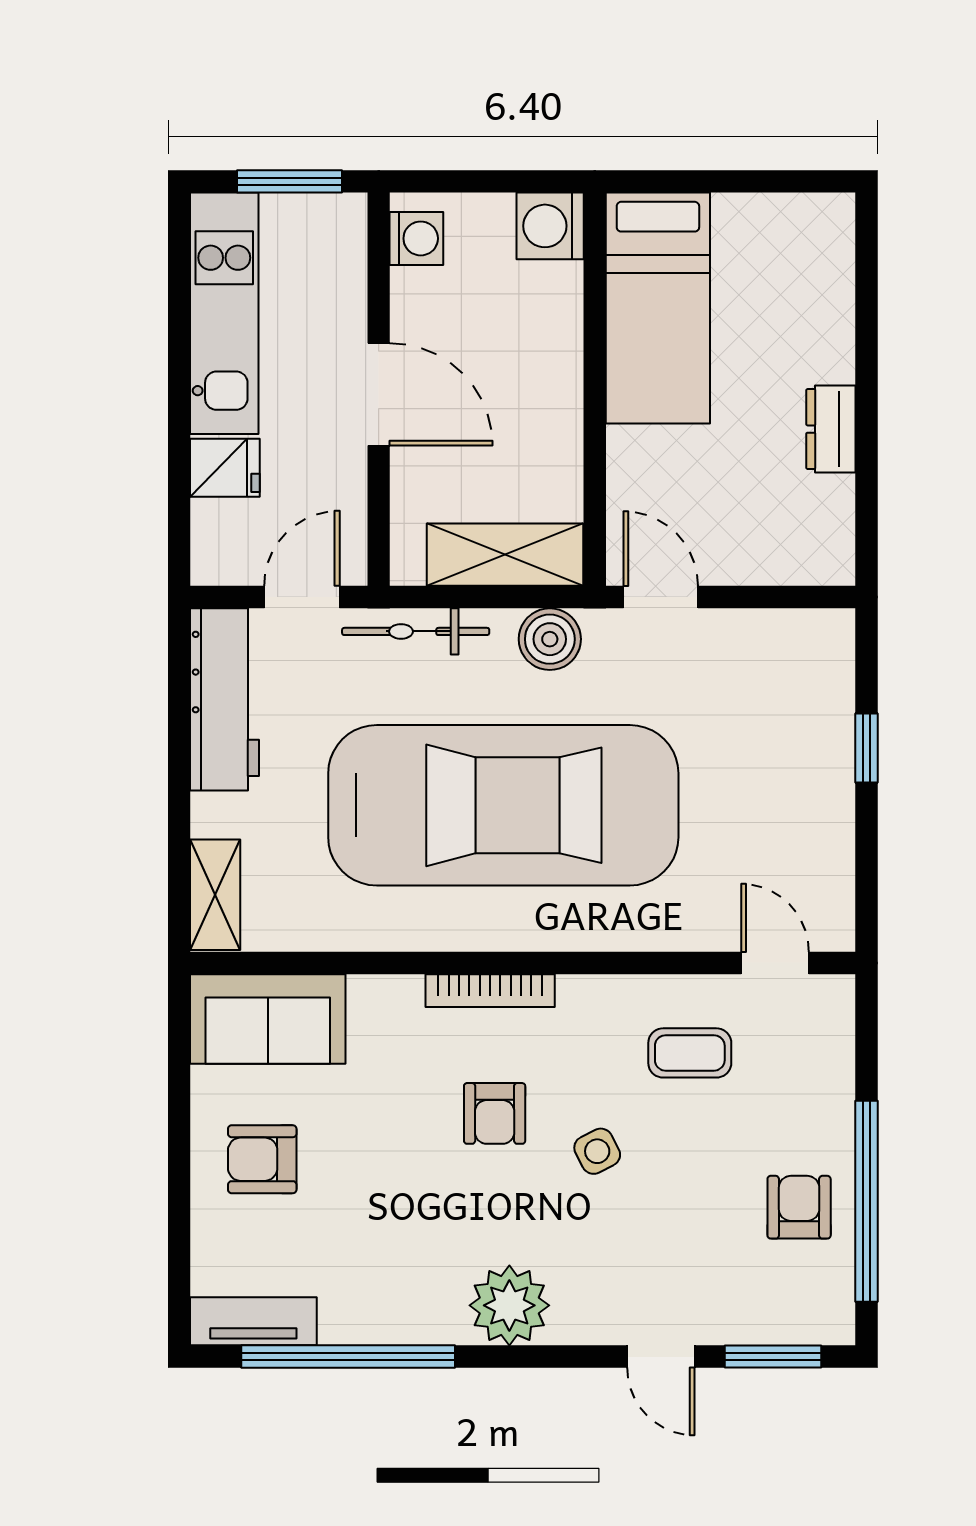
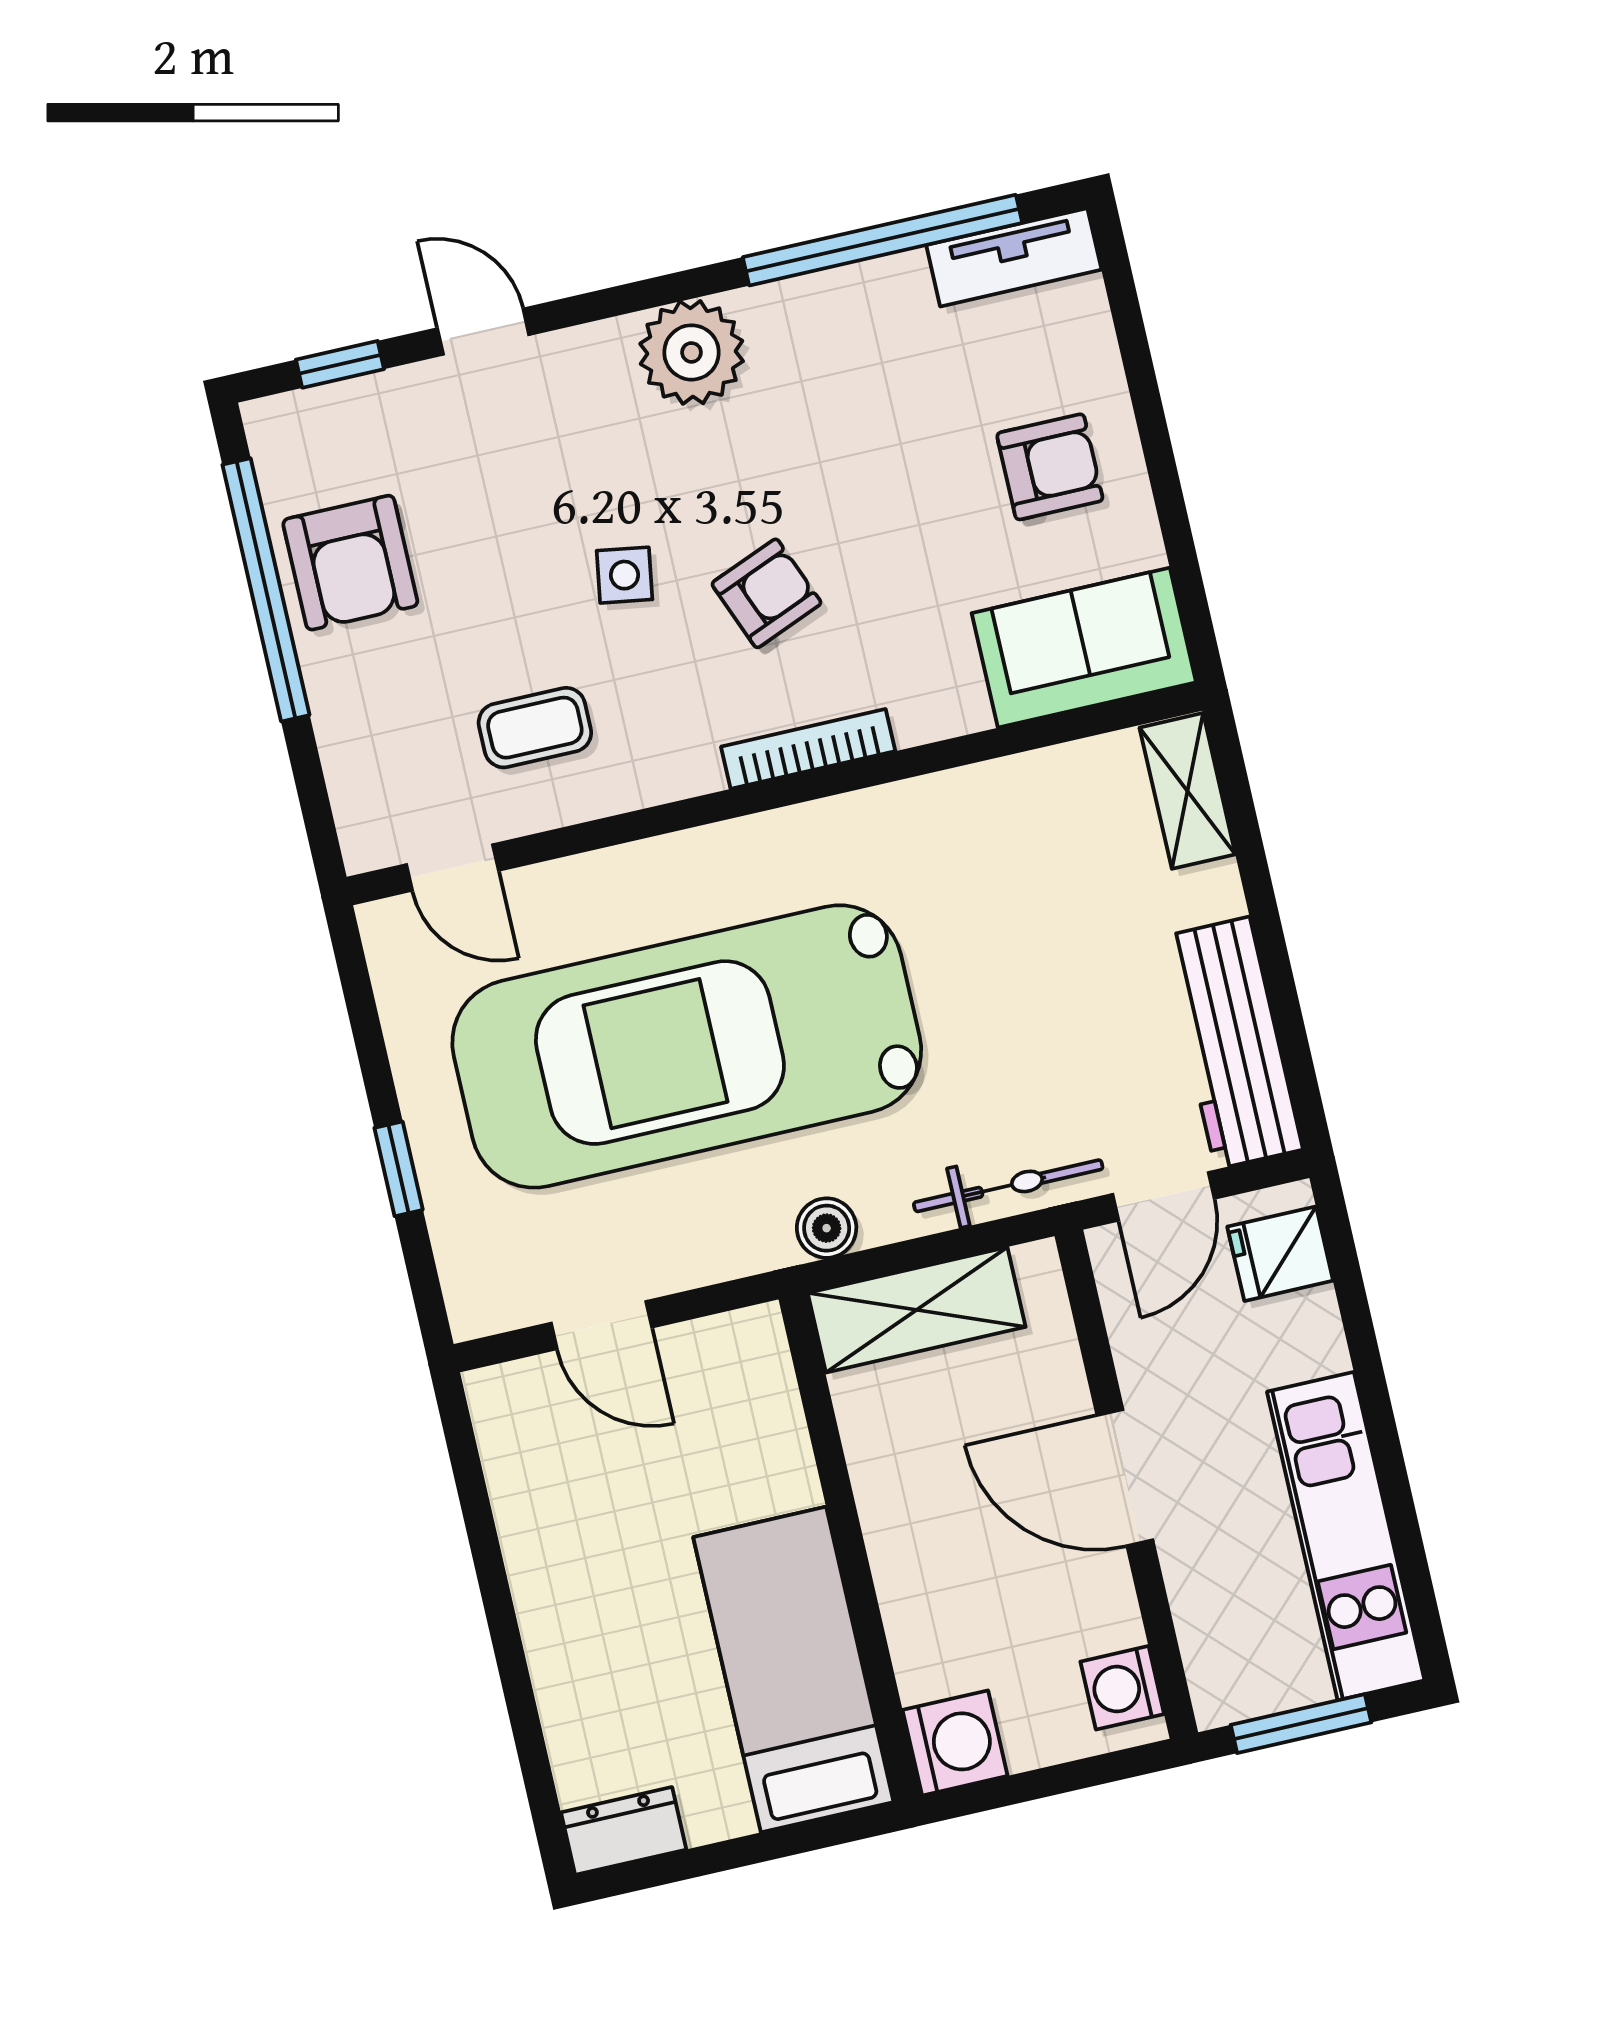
dresser: (831, 429) -> (624, 1831), moved, turned -90
fridge: (225, 468) -> (1280, 1254), moved
door: (661, 597) -> (601, 1325), moved
boiler: (550, 639) -> (827, 1228), width x0.73, depth x0.73
car: (503, 805) -> (687, 1046), moved
armchair: (495, 1113) -> (766, 593), turned 68
side table: (597, 1151) -> (624, 575), turned 36
armchair: (799, 1207) -> (350, 563), width x1.38, depth x1.38
window: (773, 1357) -> (340, 364), width x0.67

